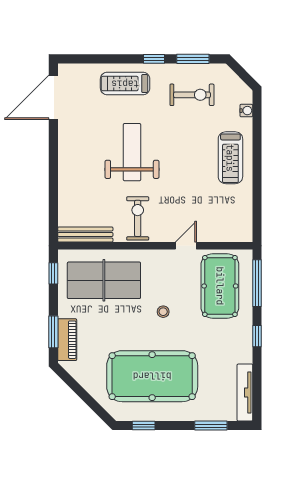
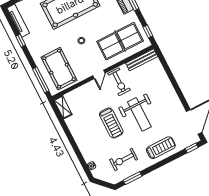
window: (154, 59) -> (192, 148), moved
treadmill: (230, 158) -> (111, 123), moved, turned 180
shelving: (244, 223) -> (63, 107), added
door: (186, 246) -> (99, 74), moved
window: (257, 336) -> (21, 41), moved

